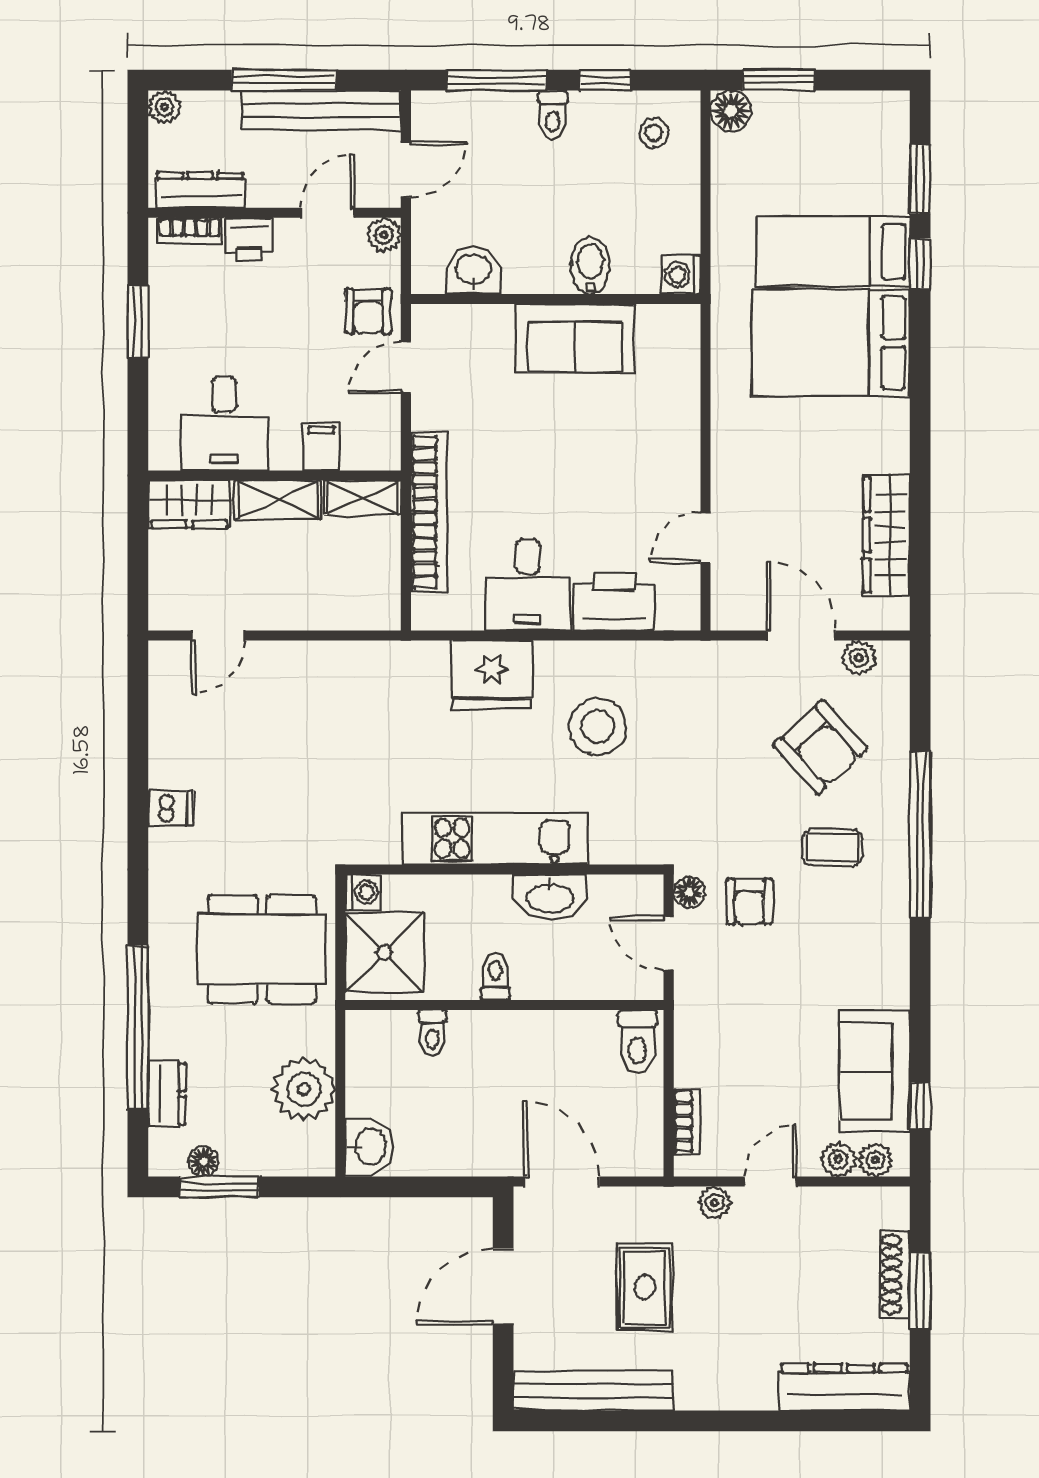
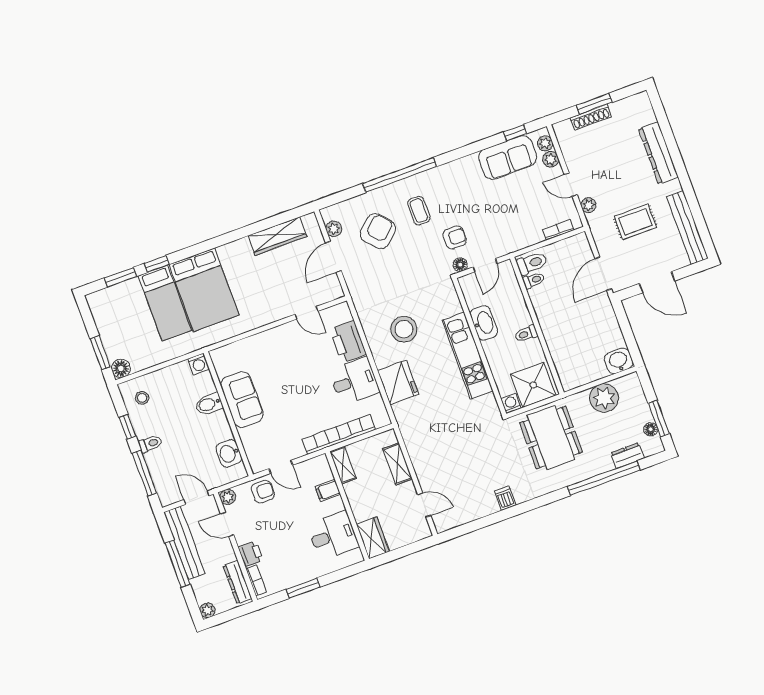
shelving: (278, 500) -> (398, 464), moved
toilet: (432, 1033) -> (534, 280), moved
dresser: (845, 1387) -> (658, 153), moved

